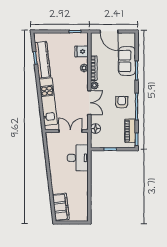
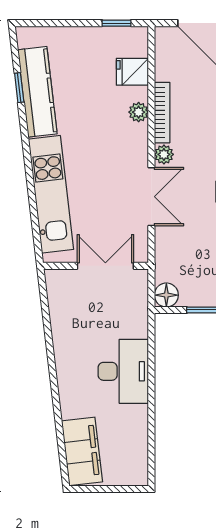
floor lamp: (95, 129) -> (166, 295), moved
desk: (78, 158) -> (123, 371), moved

